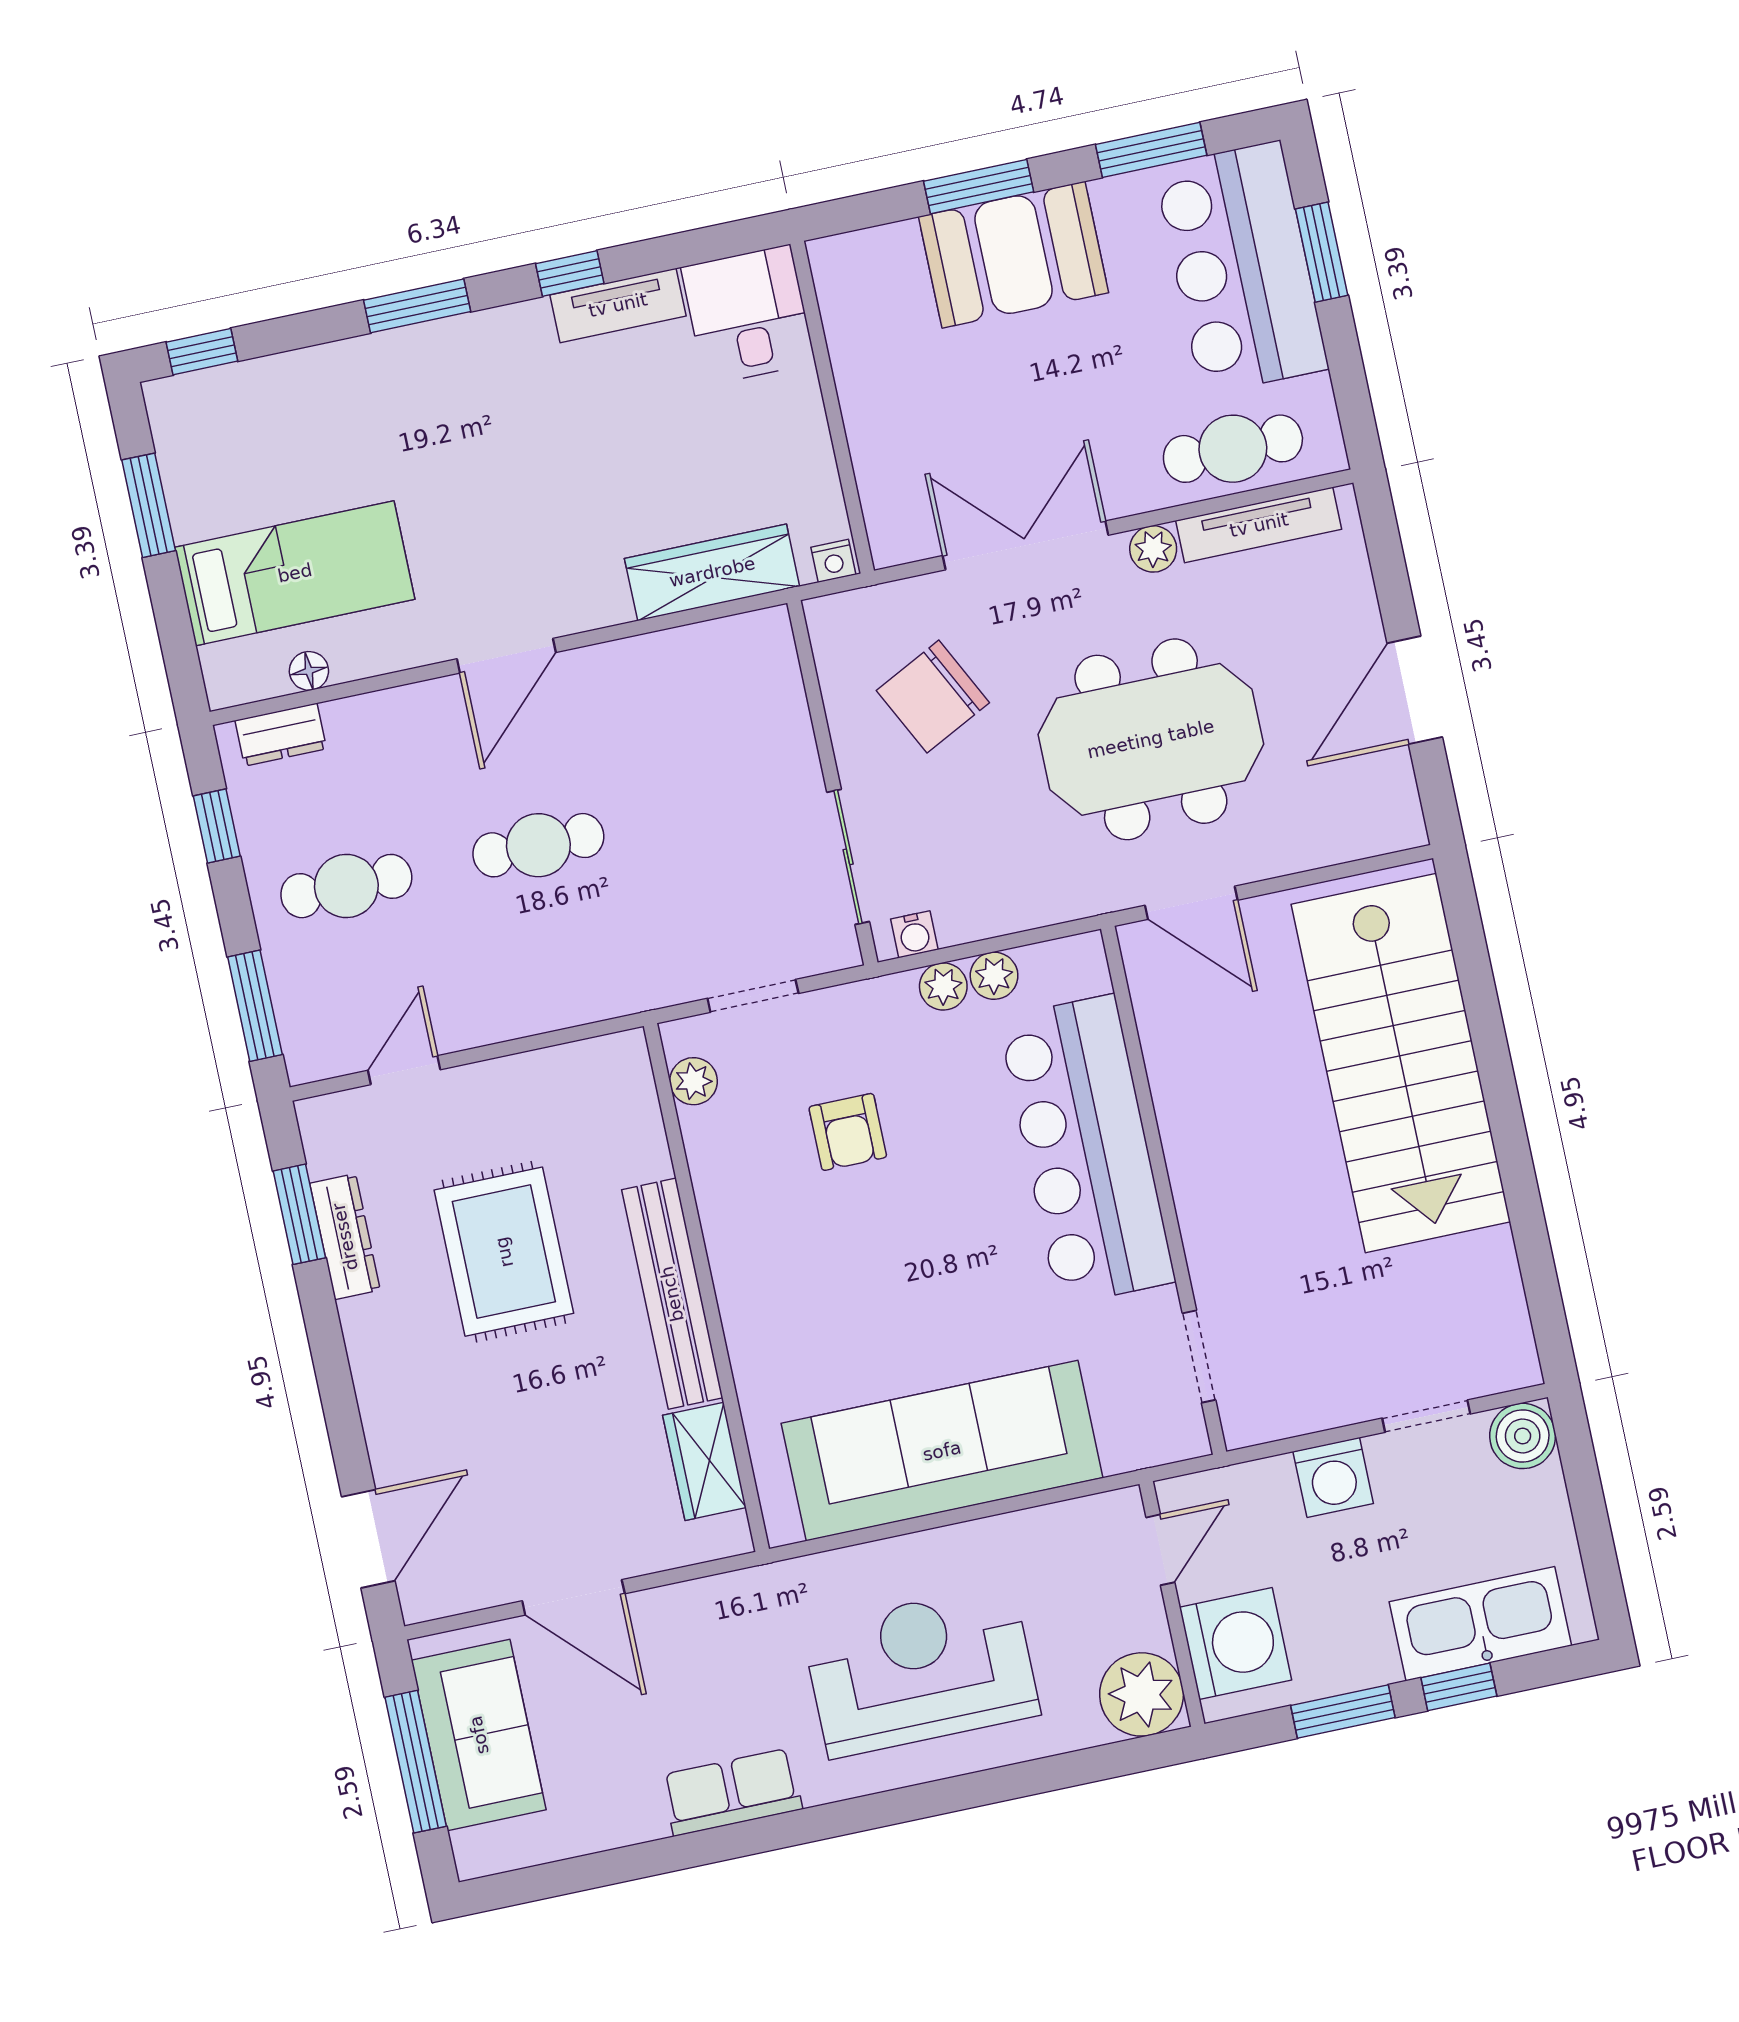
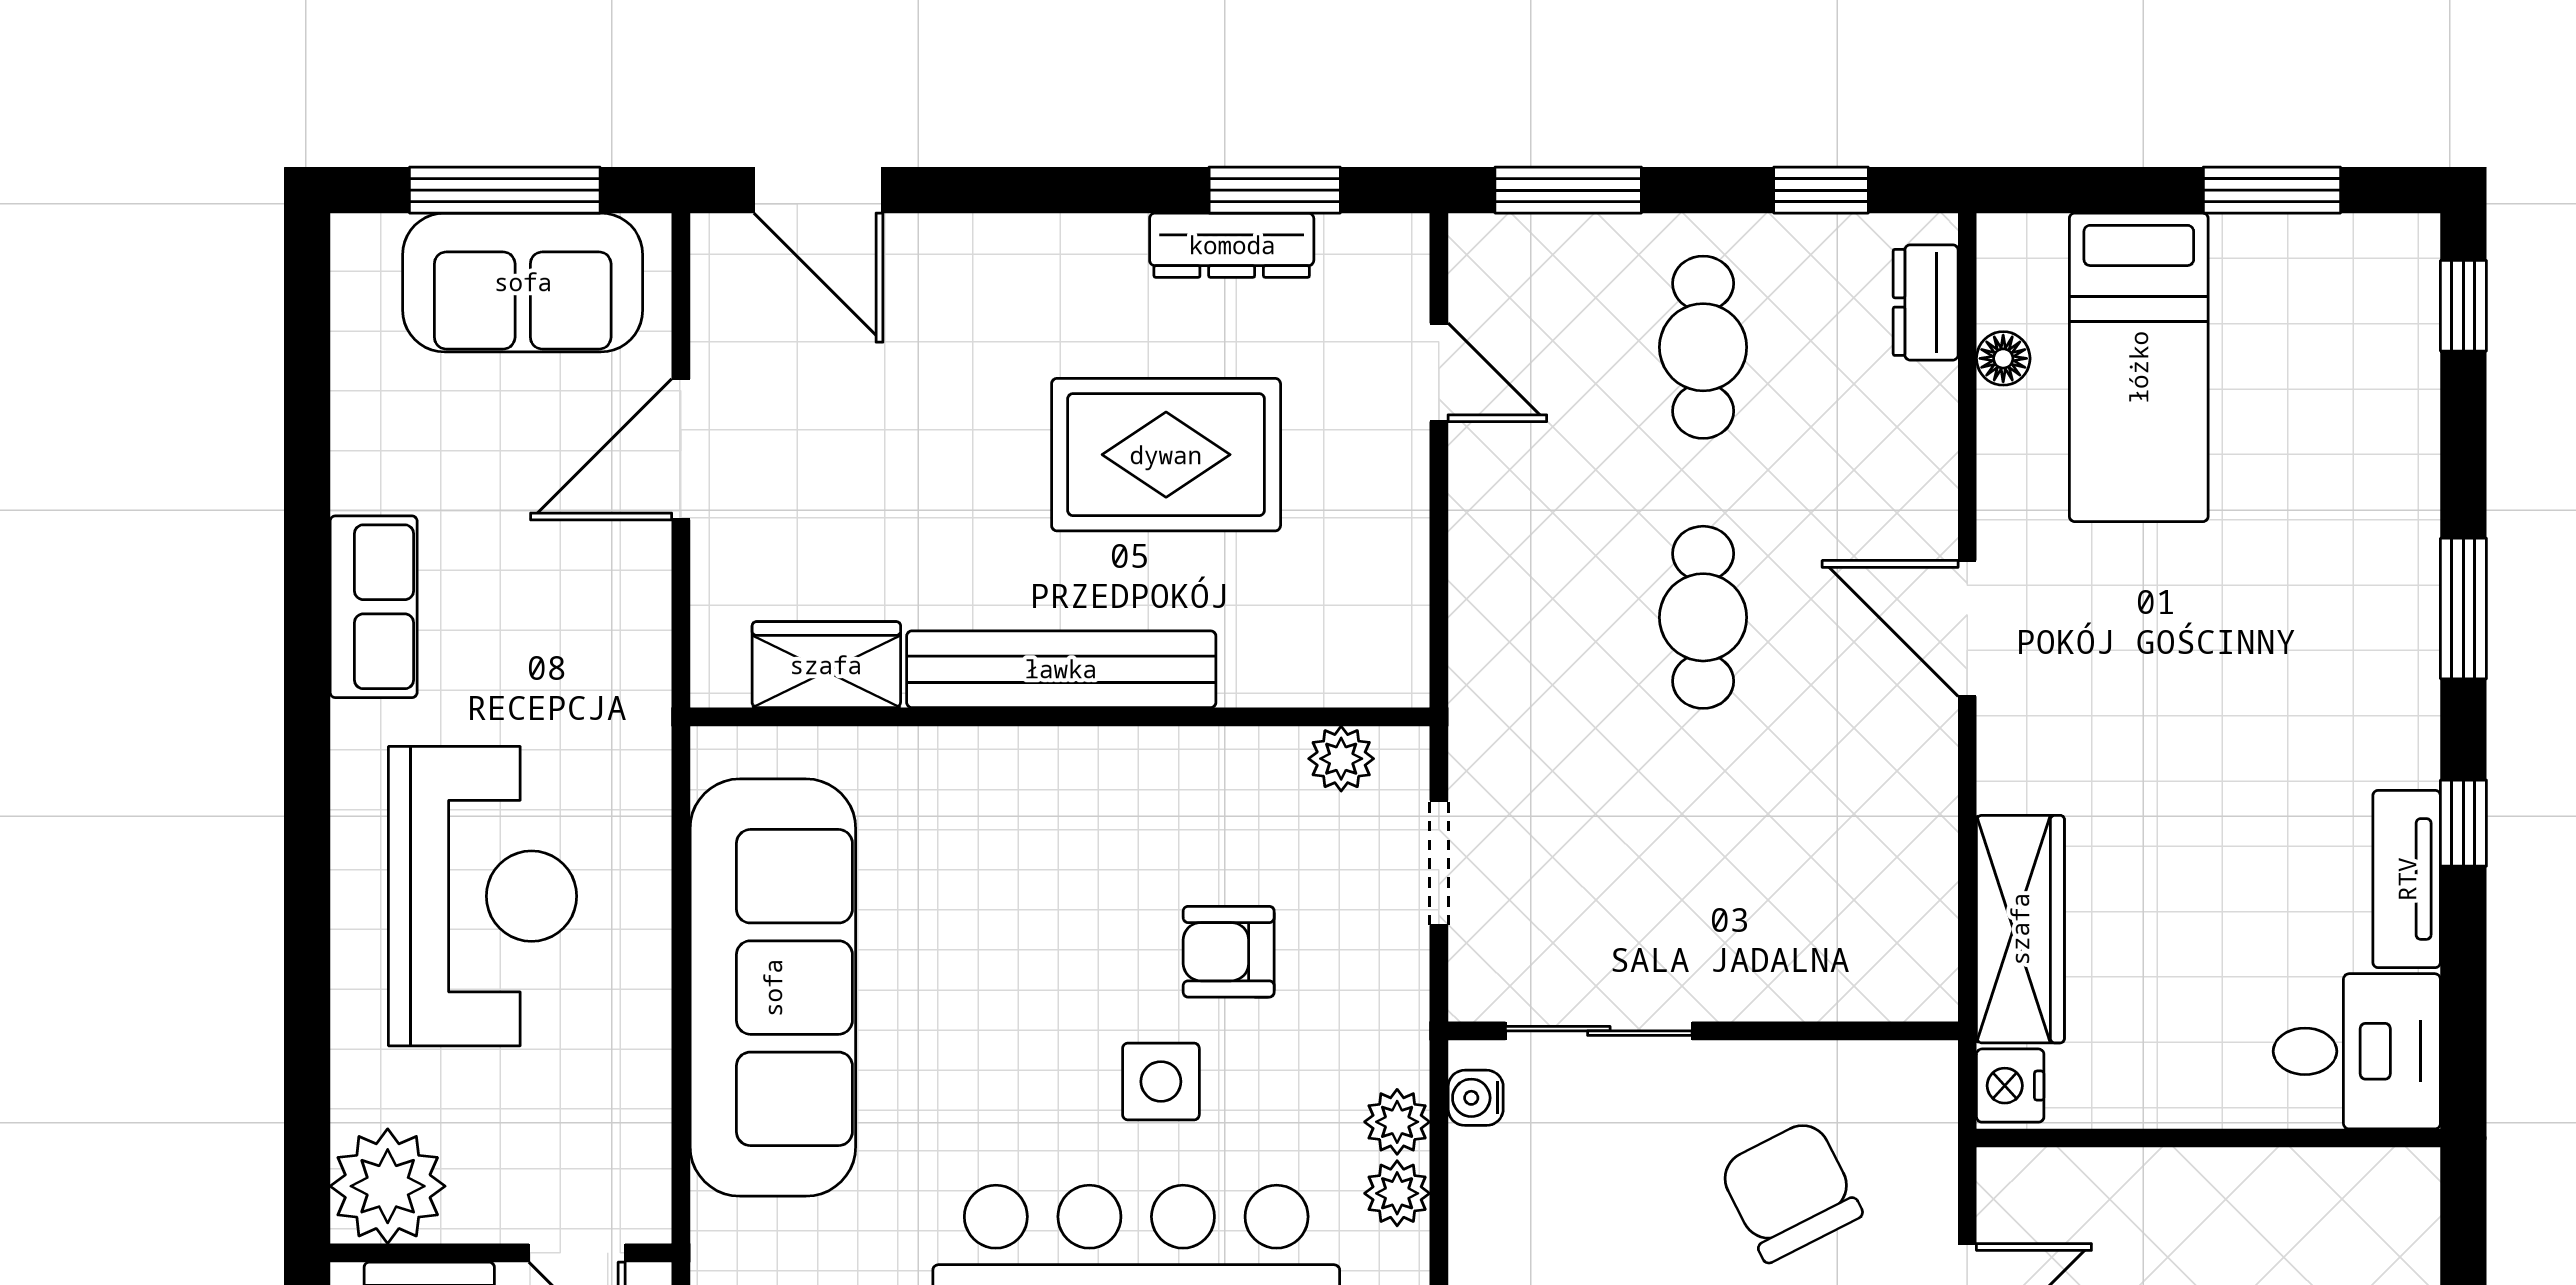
nightstand: (833, 561) -> (2010, 1086), width x1.39, depth x1.35
side table: (950, 1161) -> (1161, 1082), added

